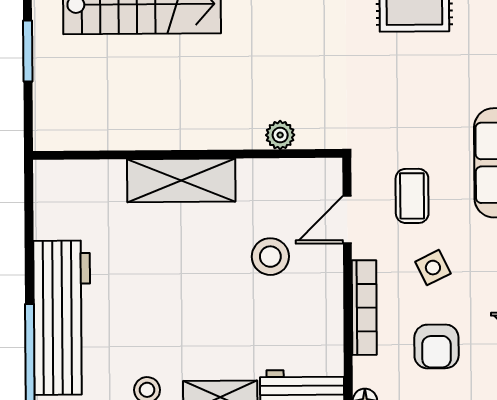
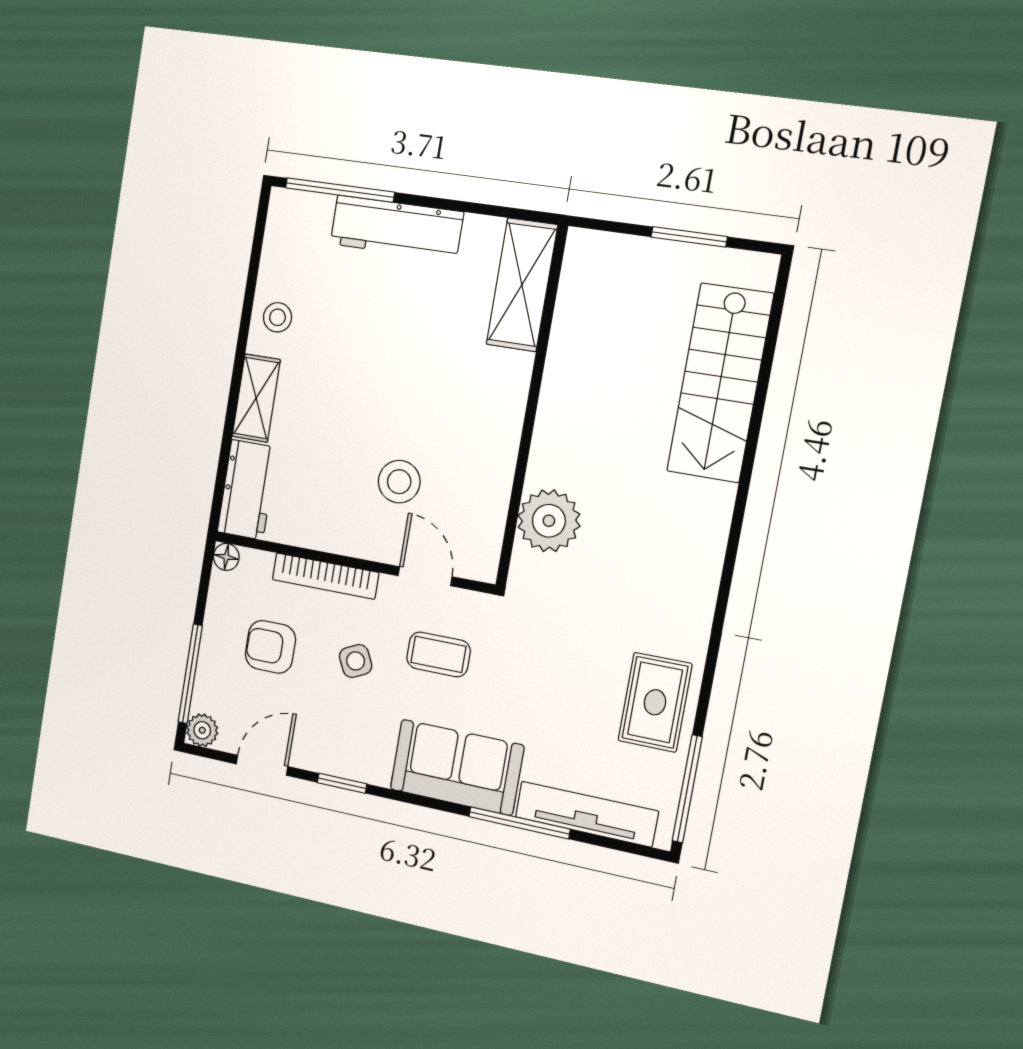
plant: (280, 135) -> (549, 521), width x1.88, depth x1.88
shelving: (181, 180) -> (522, 285), moved
workbench: (62, 318) -> (396, 228), width x0.73, depth x0.76

